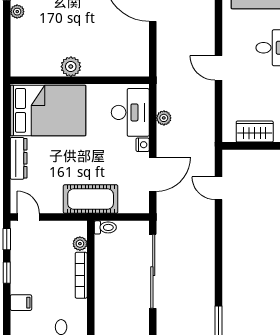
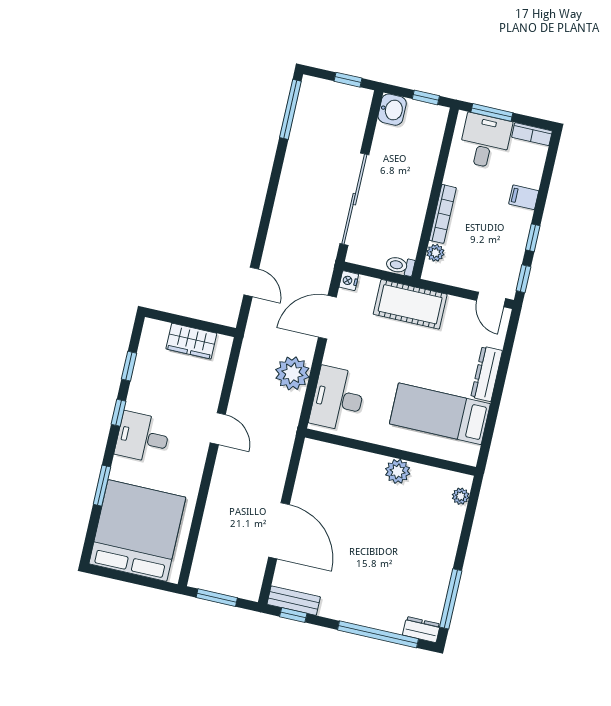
plant: (17, 12) -> (461, 496), moved
bed: (48, 110) -> (440, 414), width x0.67
plant: (164, 118) -> (292, 373), width x1.88, depth x1.88
nightstand: (143, 145) -> (349, 281), moved

